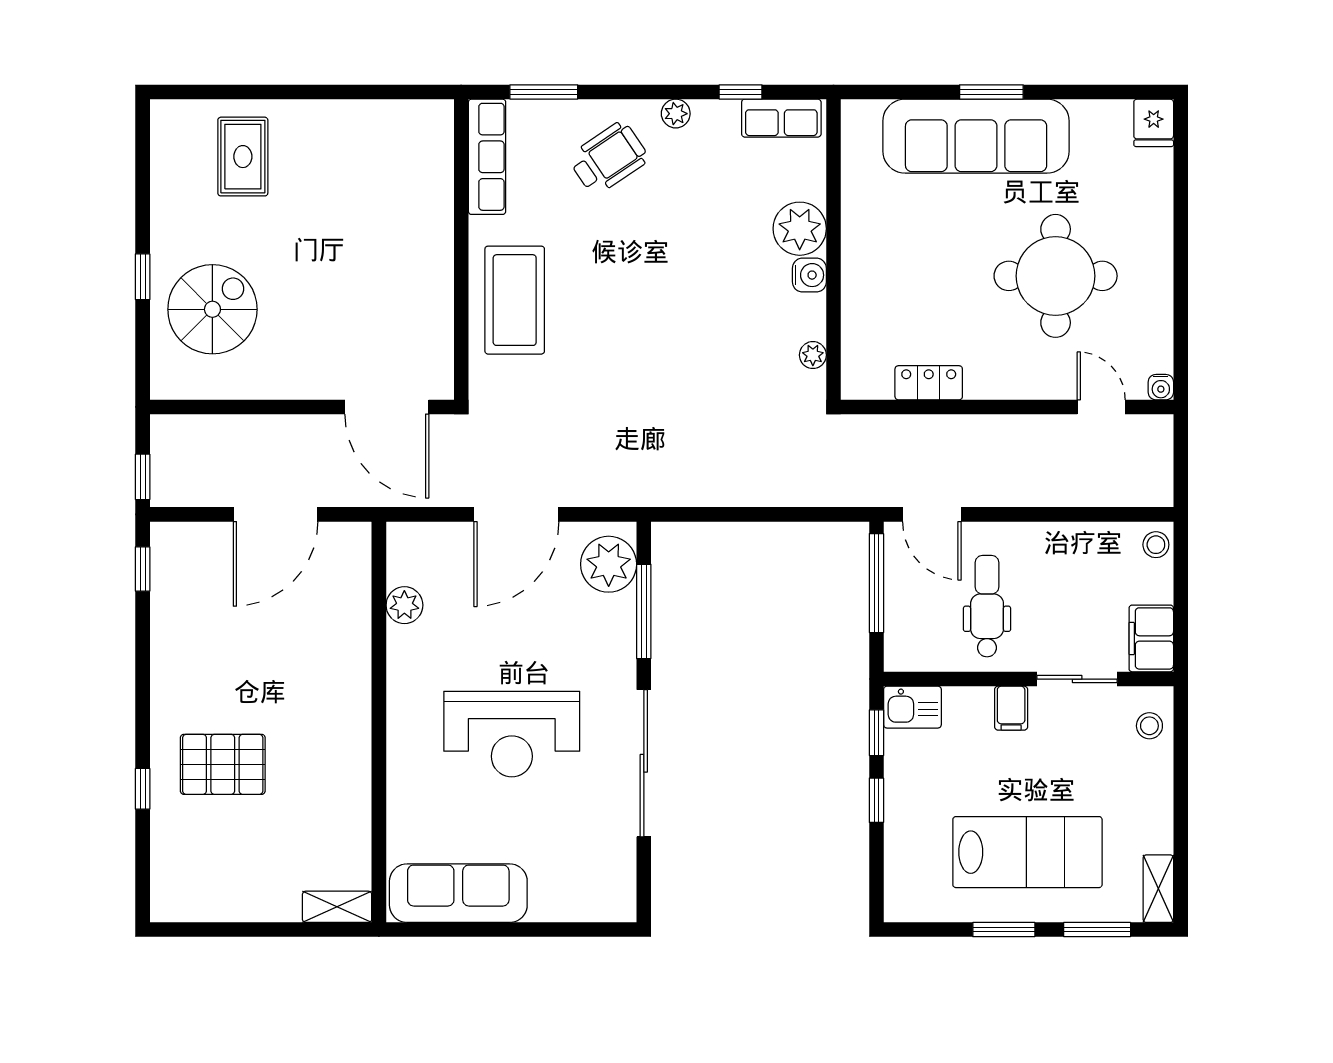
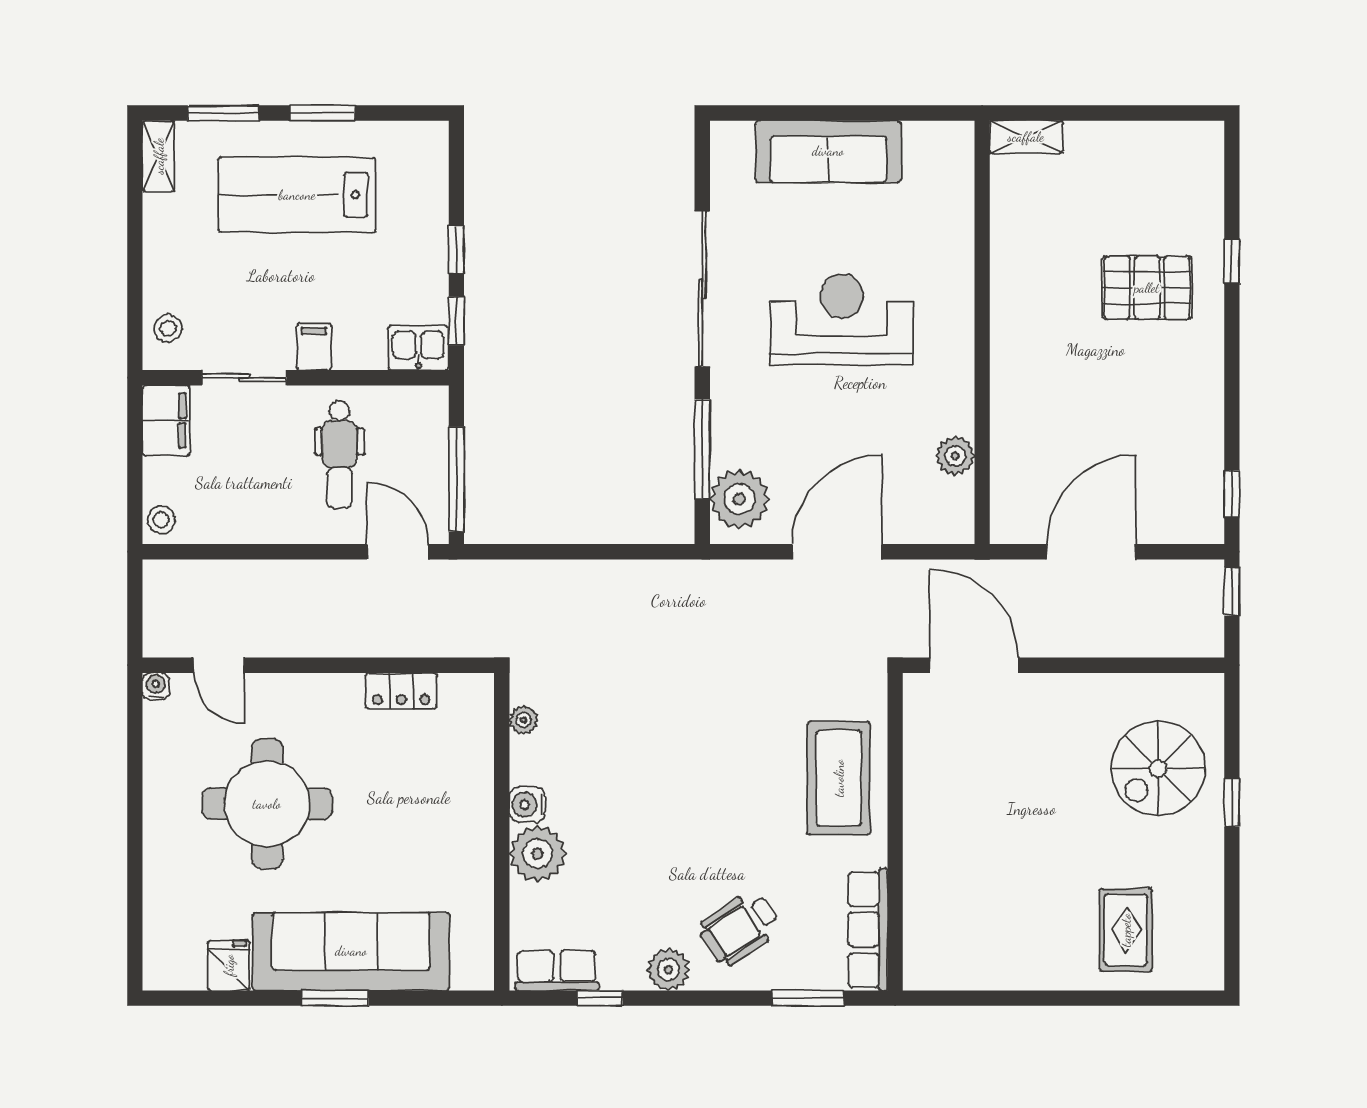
plant: (676, 114) -> (668, 970), width x1.38, depth x1.38
fridge: (1154, 123) -> (229, 965), moved
sofa: (458, 893) -> (828, 151), moved

